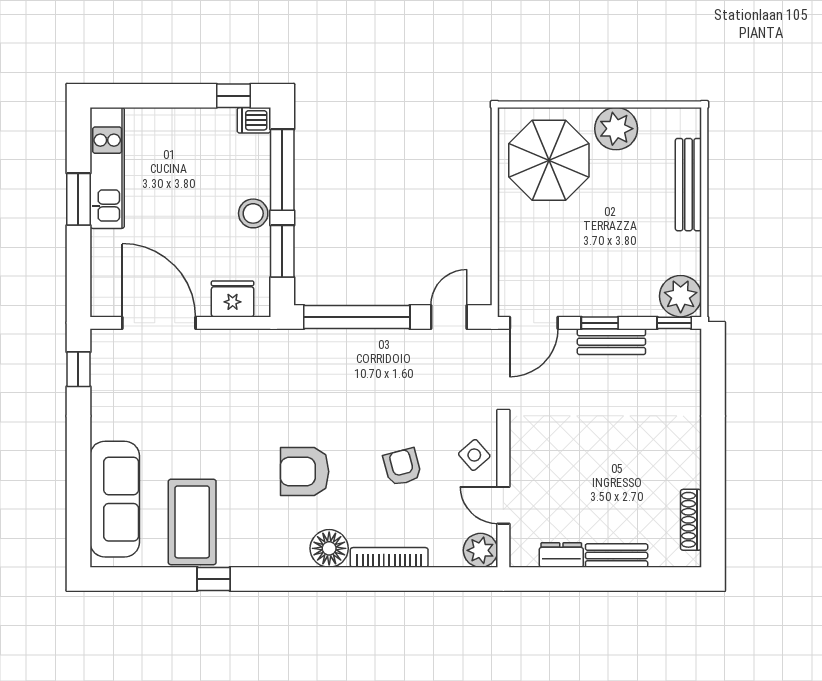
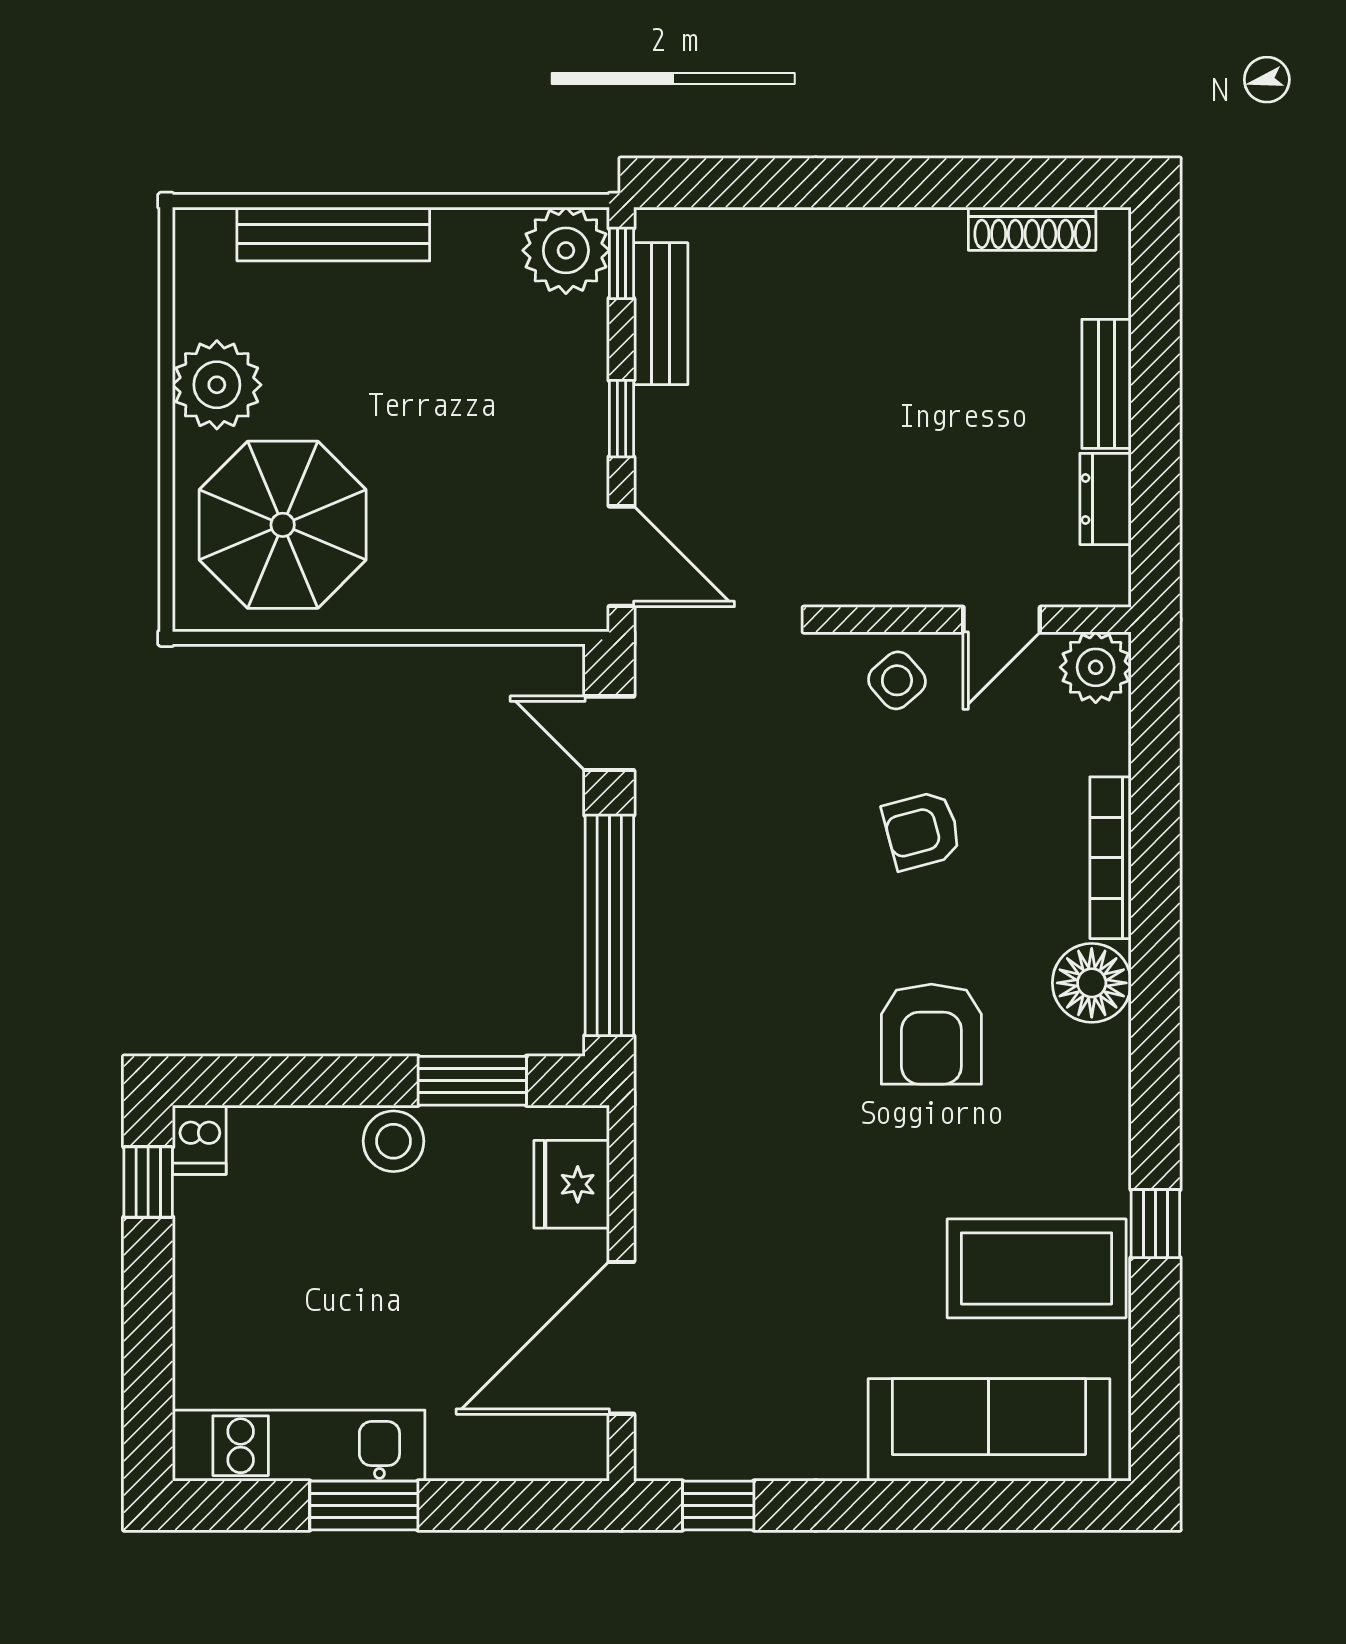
window: (282, 170) -> (303, 1081), removed
bench: (611, 342) -> (661, 314), moved

